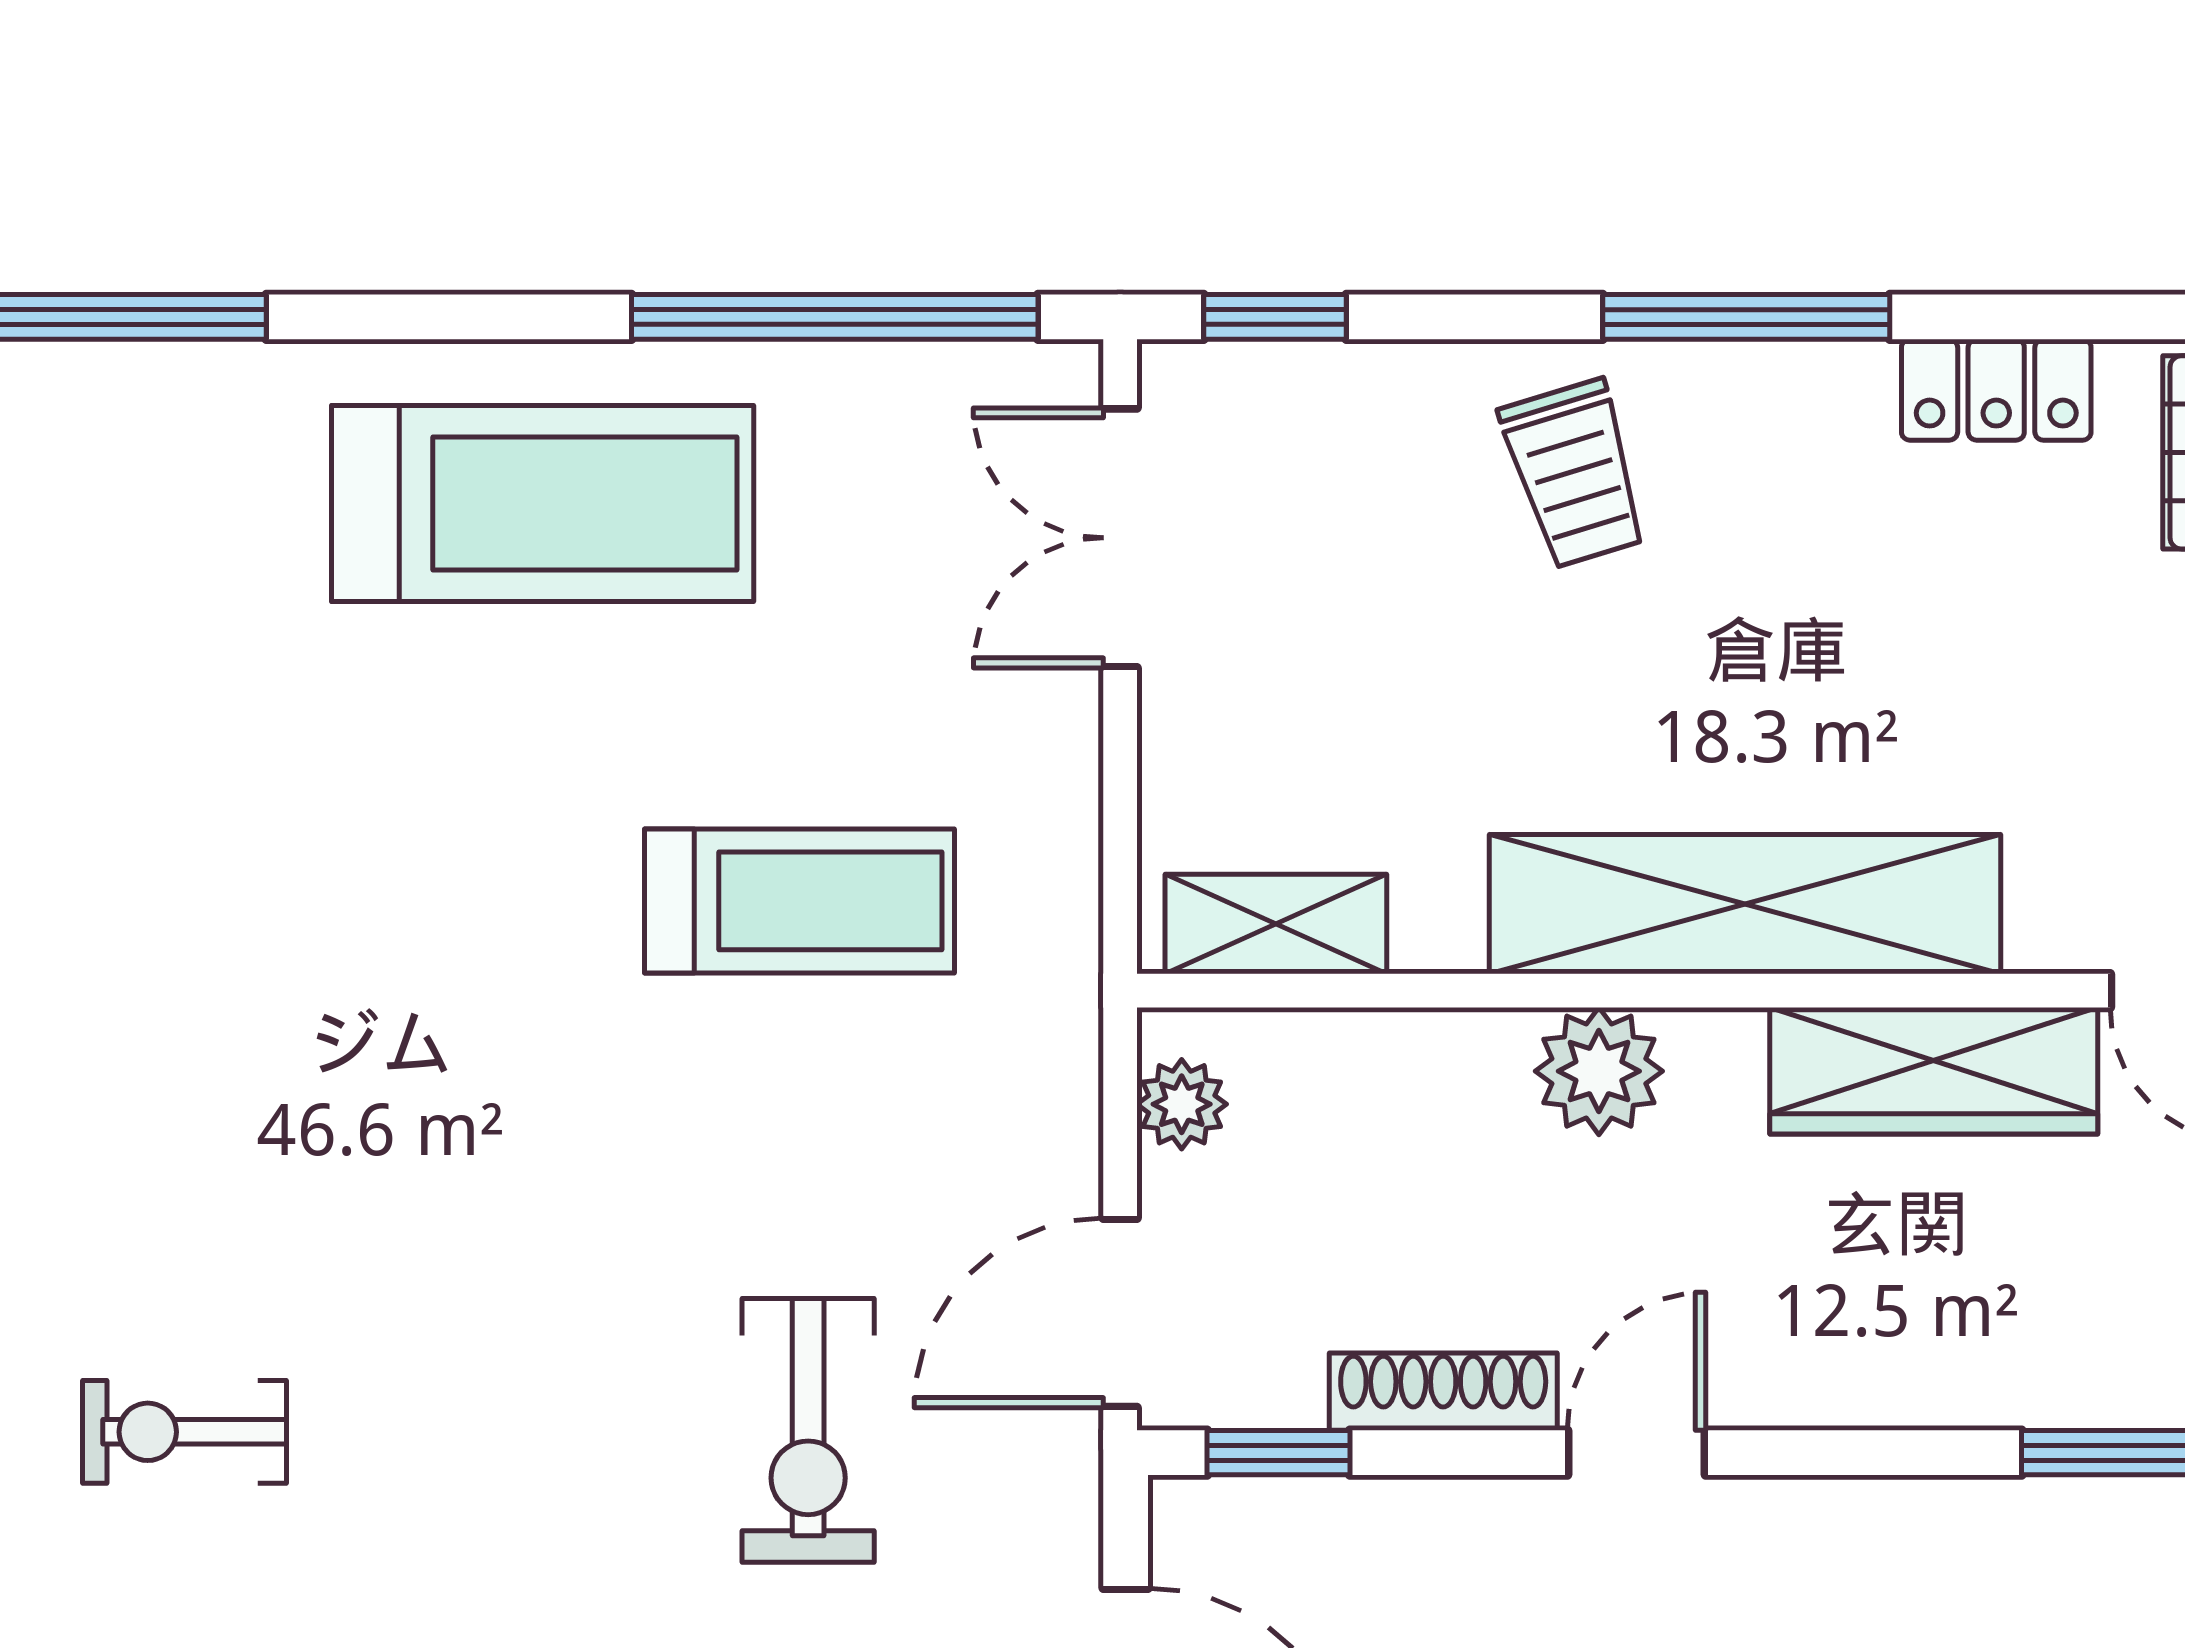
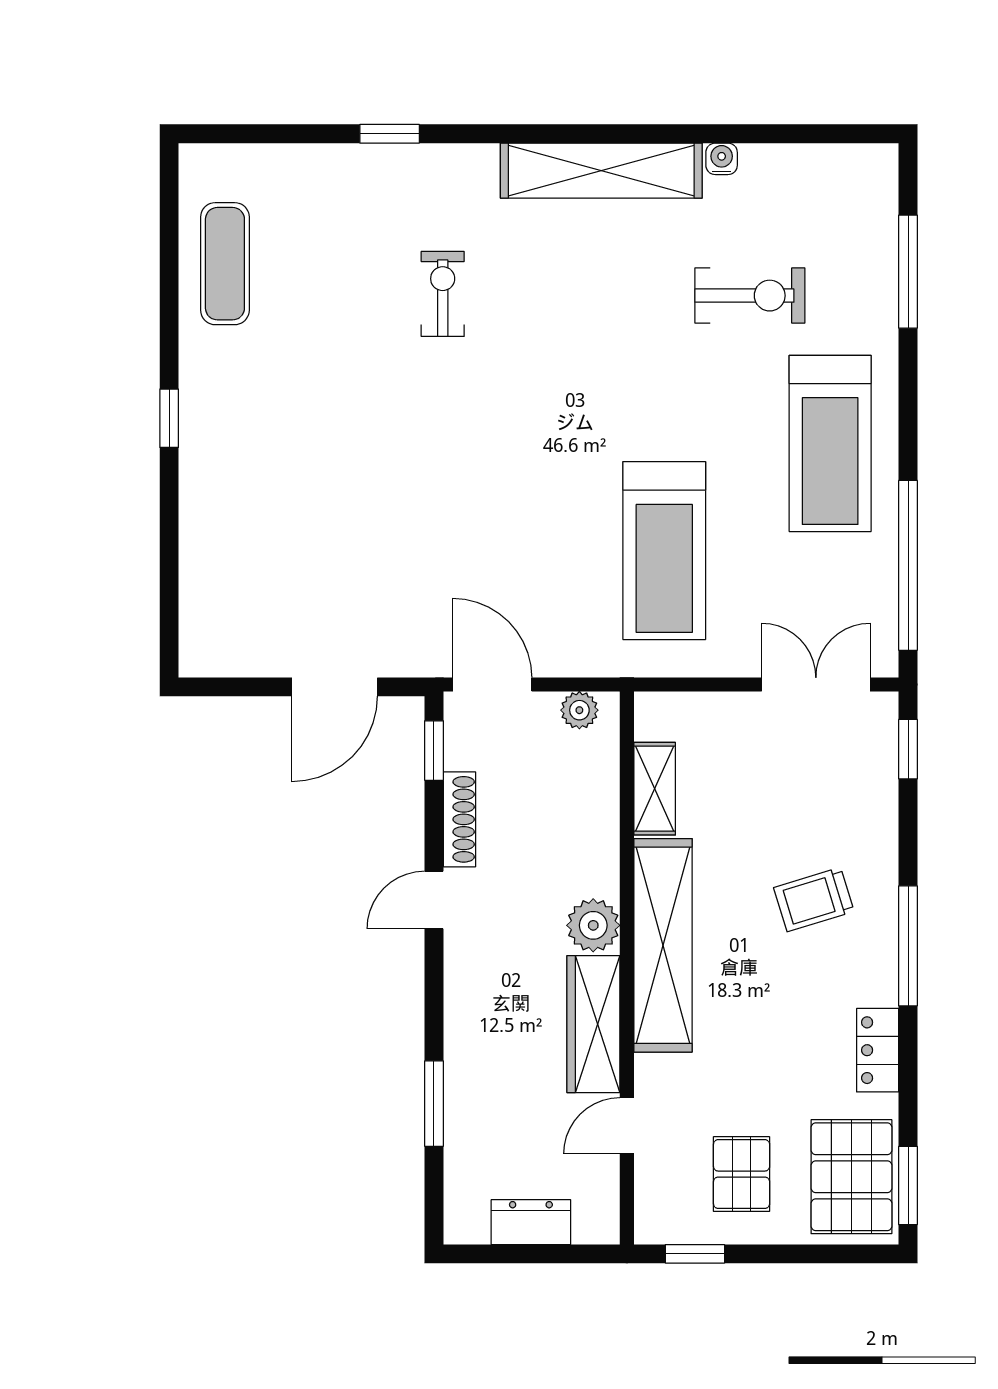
trolley: (1575, 474) -> (814, 899), moved
treadmill: (799, 901) -> (664, 551), width x1.37, depth x1.38
shelving: (1276, 924) -> (655, 789), moved
plant: (1599, 1071) -> (593, 925), moved
exercise bike: (808, 1430) -> (750, 296), moved, turned 180
door: (1636, 1453) -> (434, 900), swing flipped

